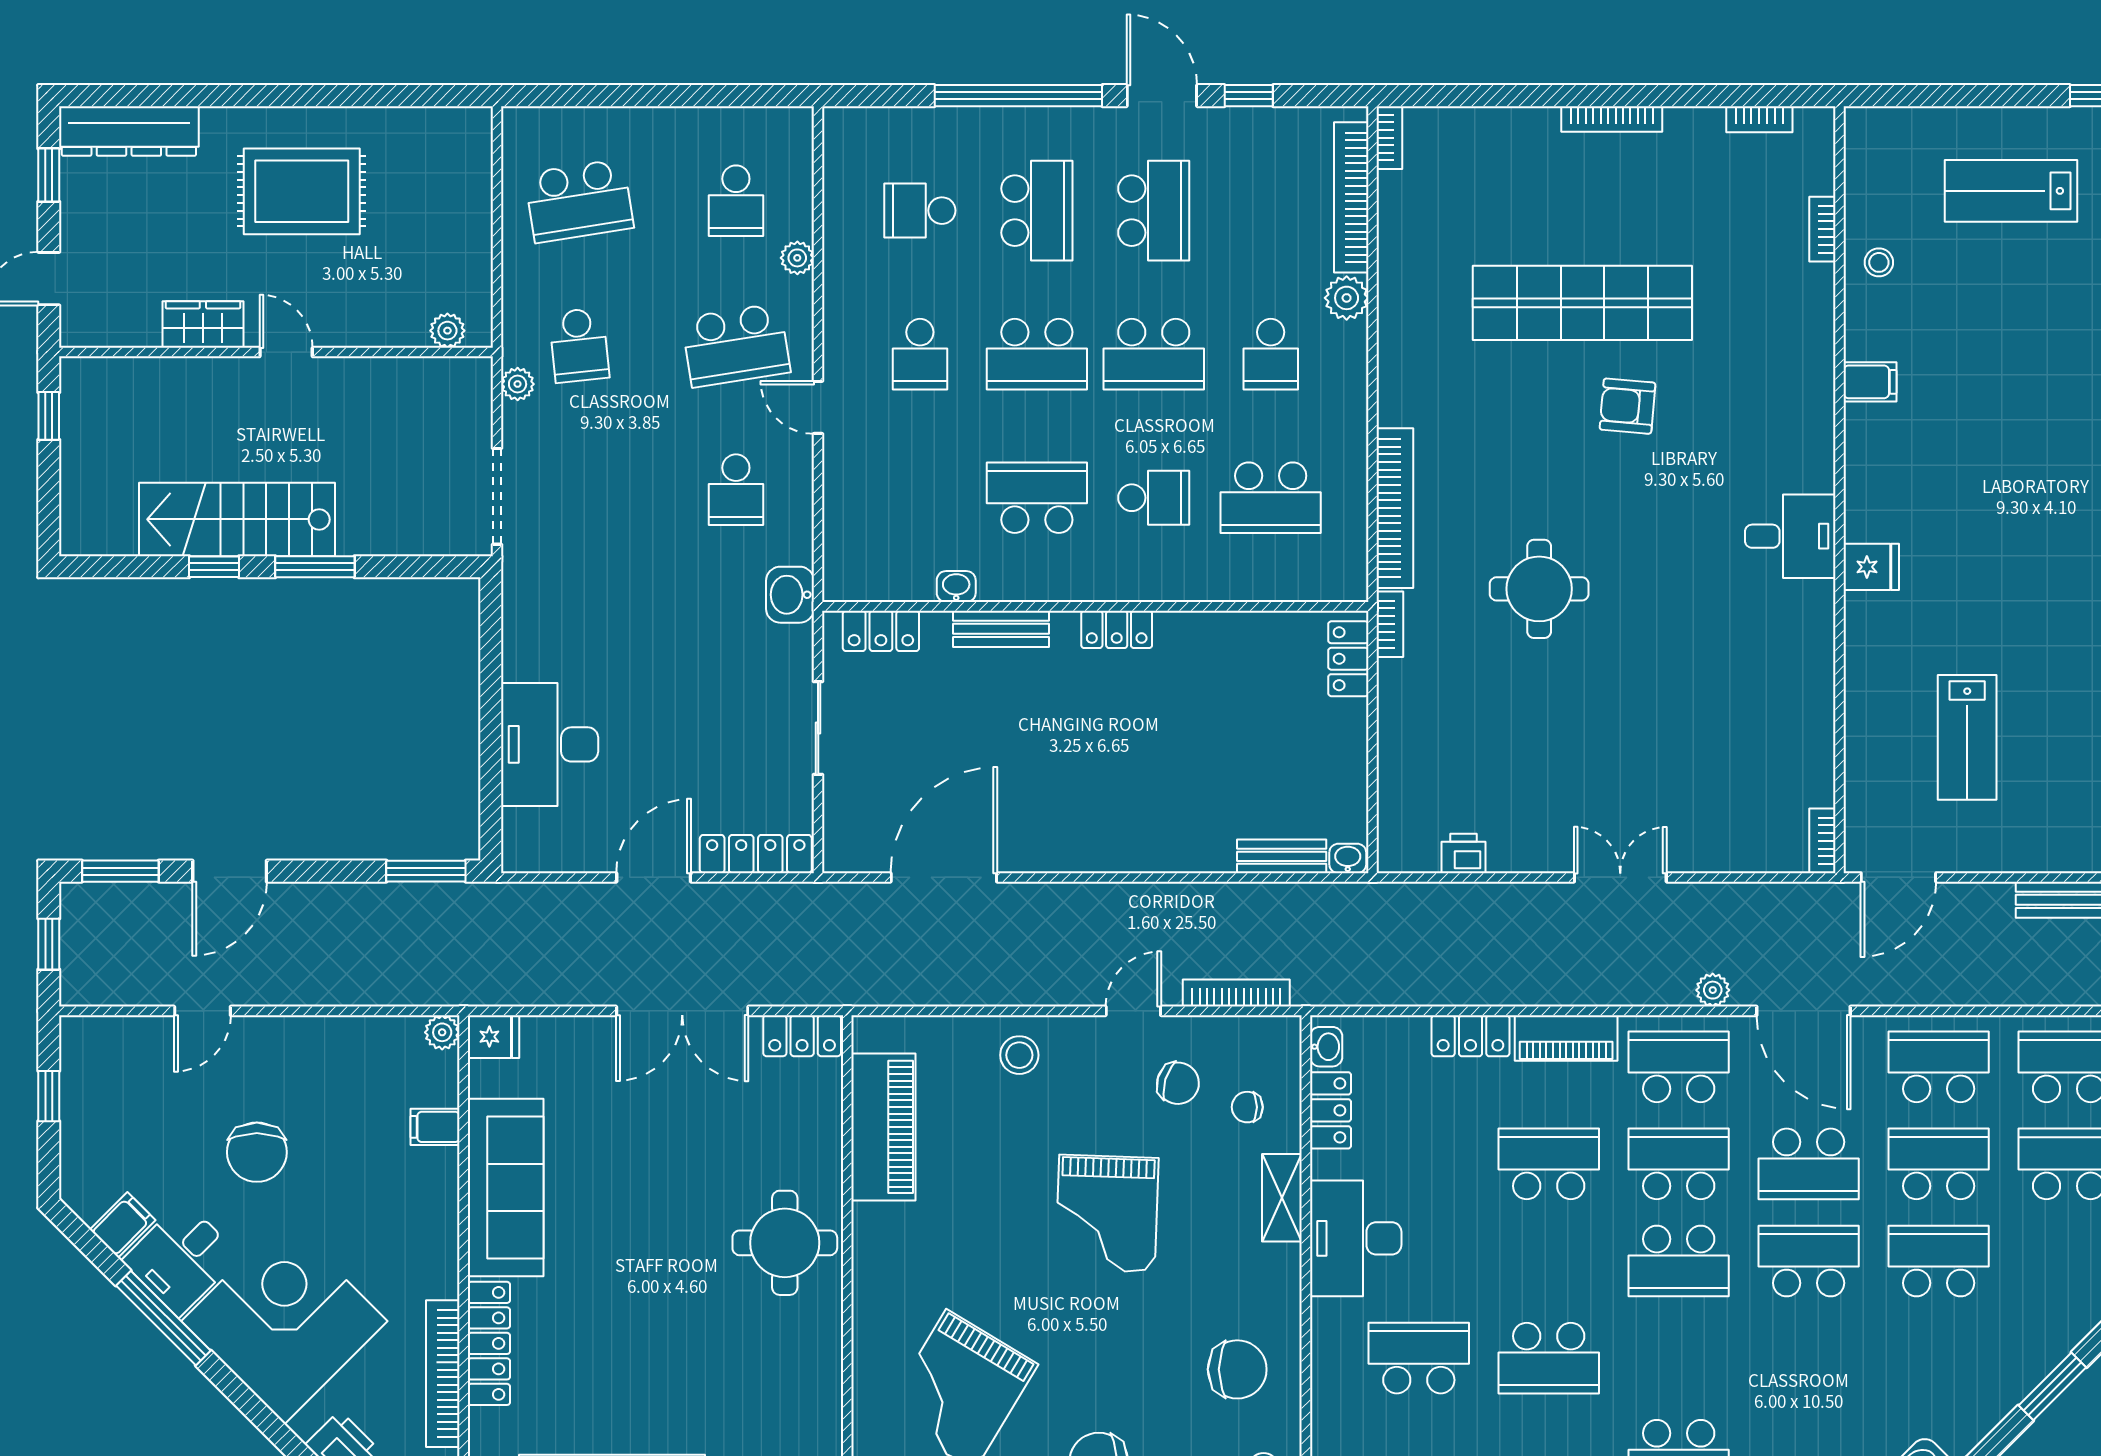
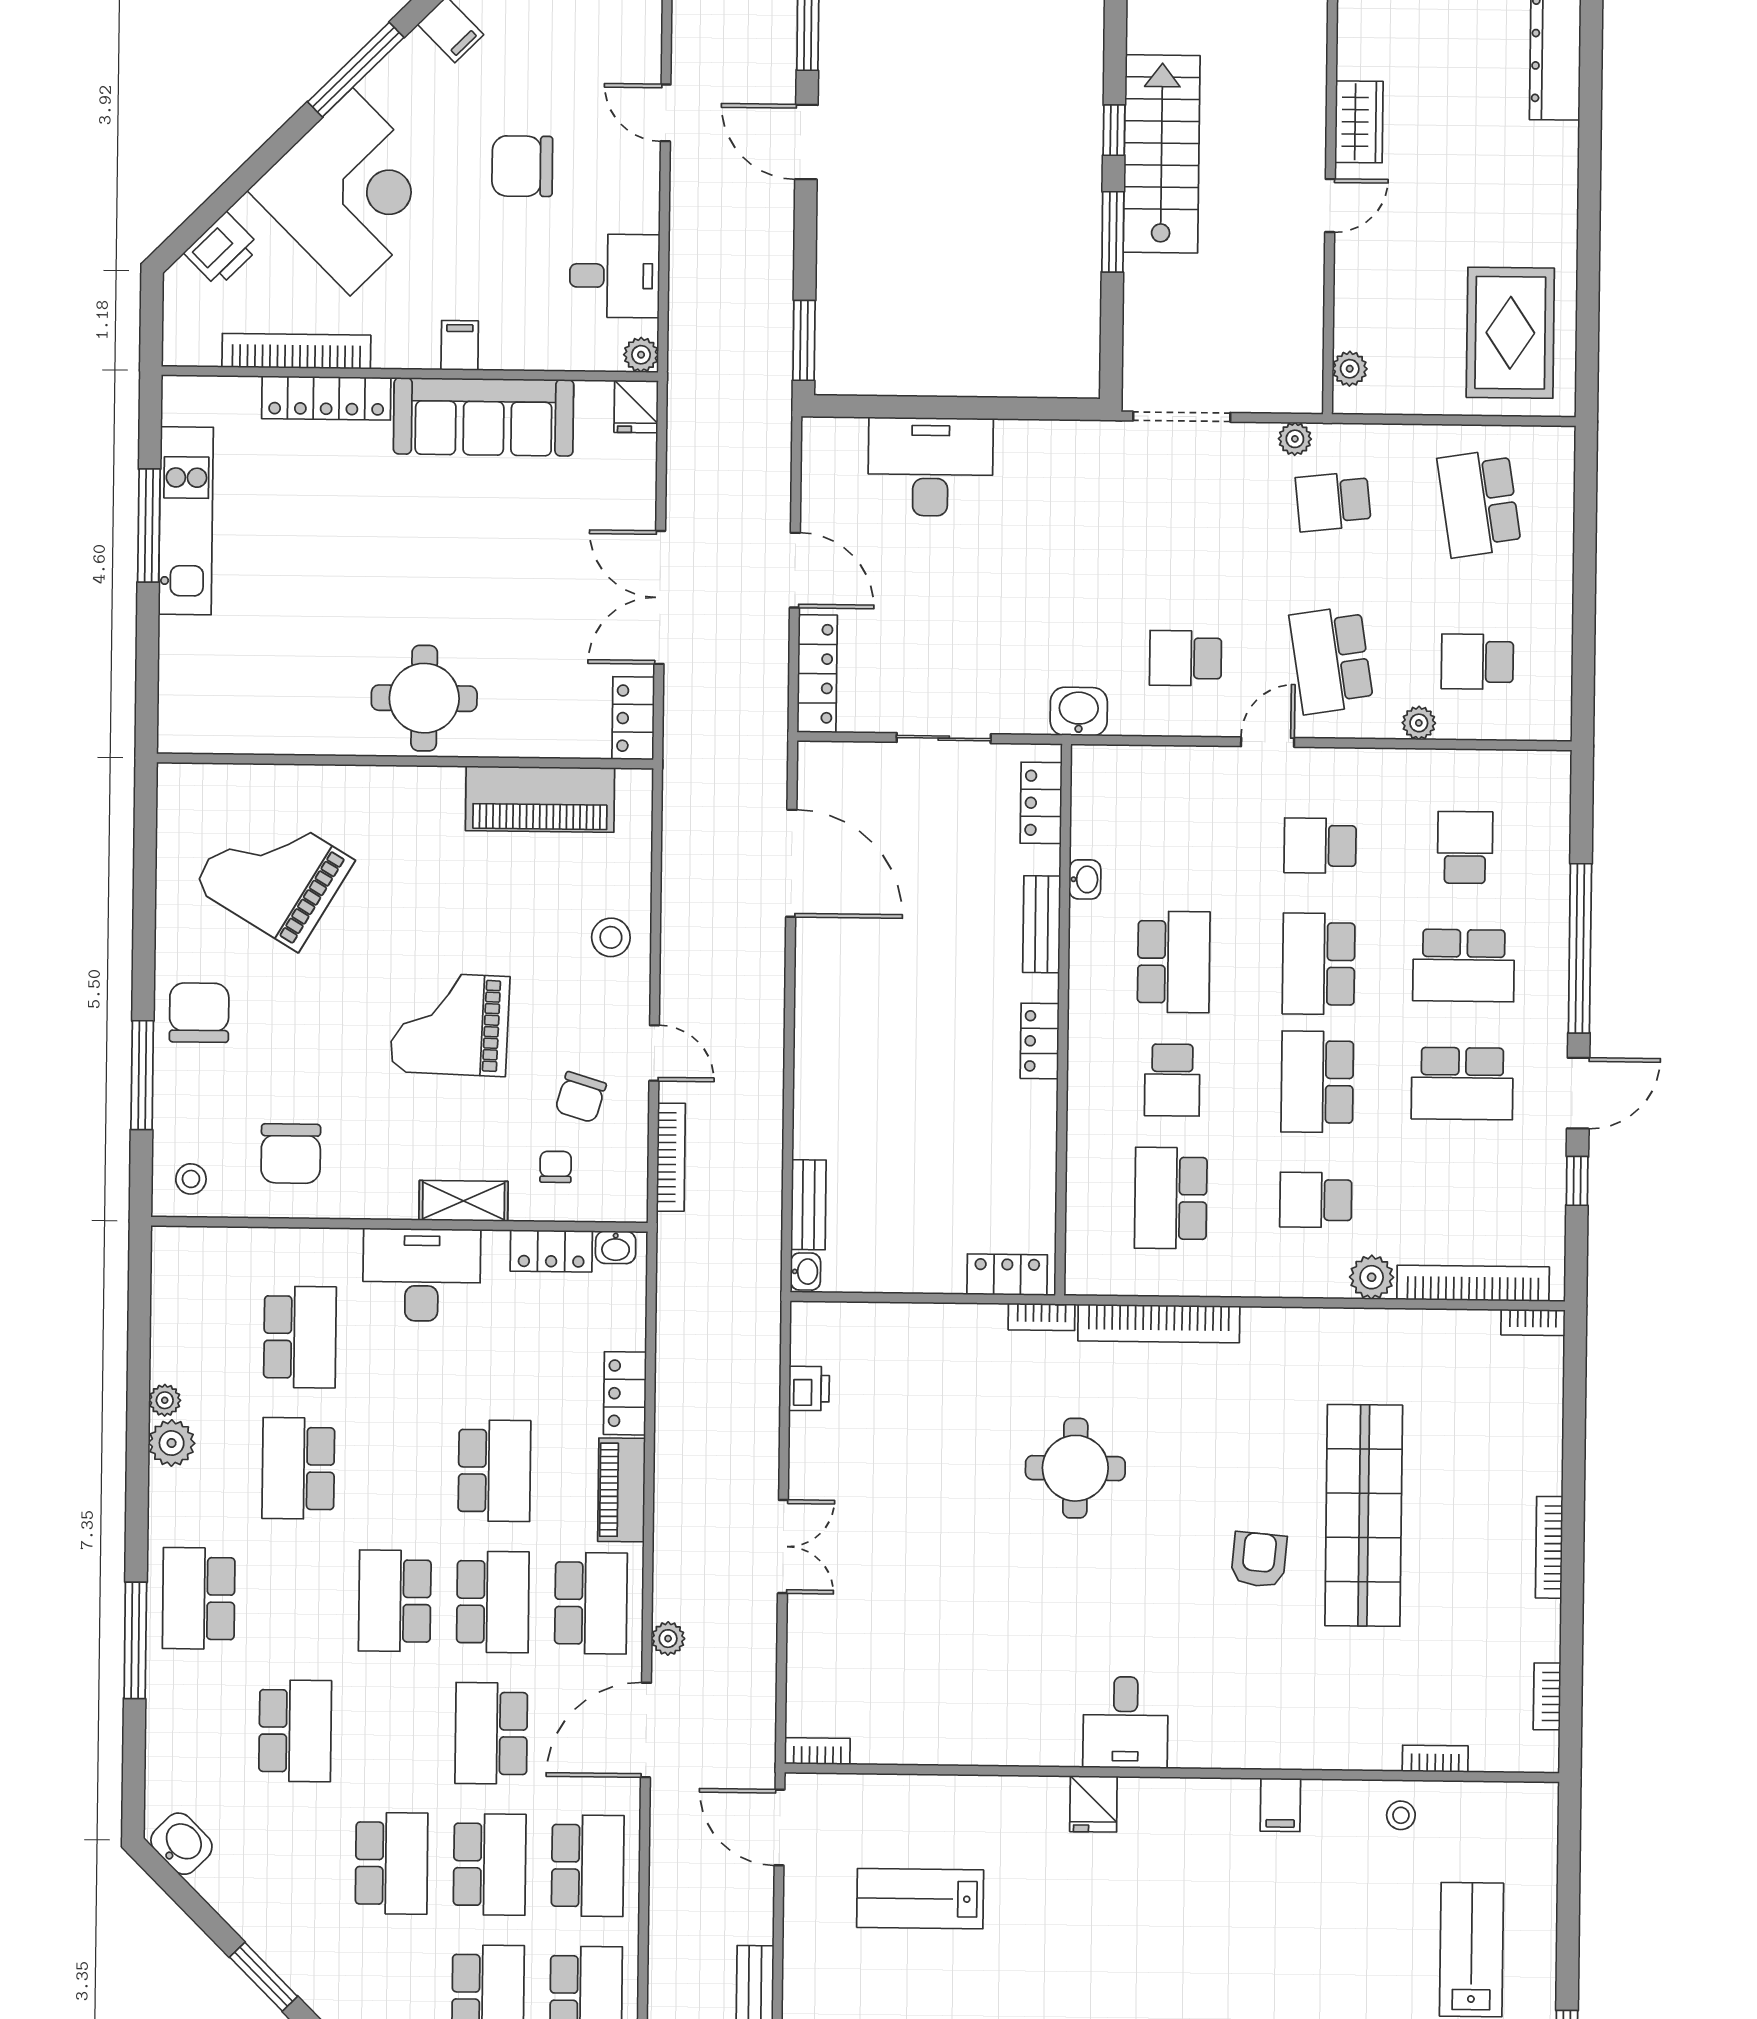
rug: (302, 191) -> (1510, 333), moved
filing cabinet: (435, 1127) -> (460, 345), moved
desk: (181, 1258) -> (615, 276), moved, turned 135
school desk: (1809, 1261) -> (295, 1731), moved

